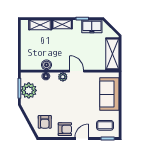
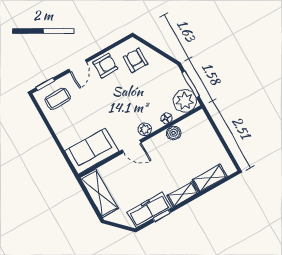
freezer: (92, 26) -> (149, 210), width x1.40
plant: (29, 90) -> (185, 101), moved
sofa: (109, 94) -> (92, 151), moved, turned -90
armchair: (65, 129) -> (105, 66), turned 180

